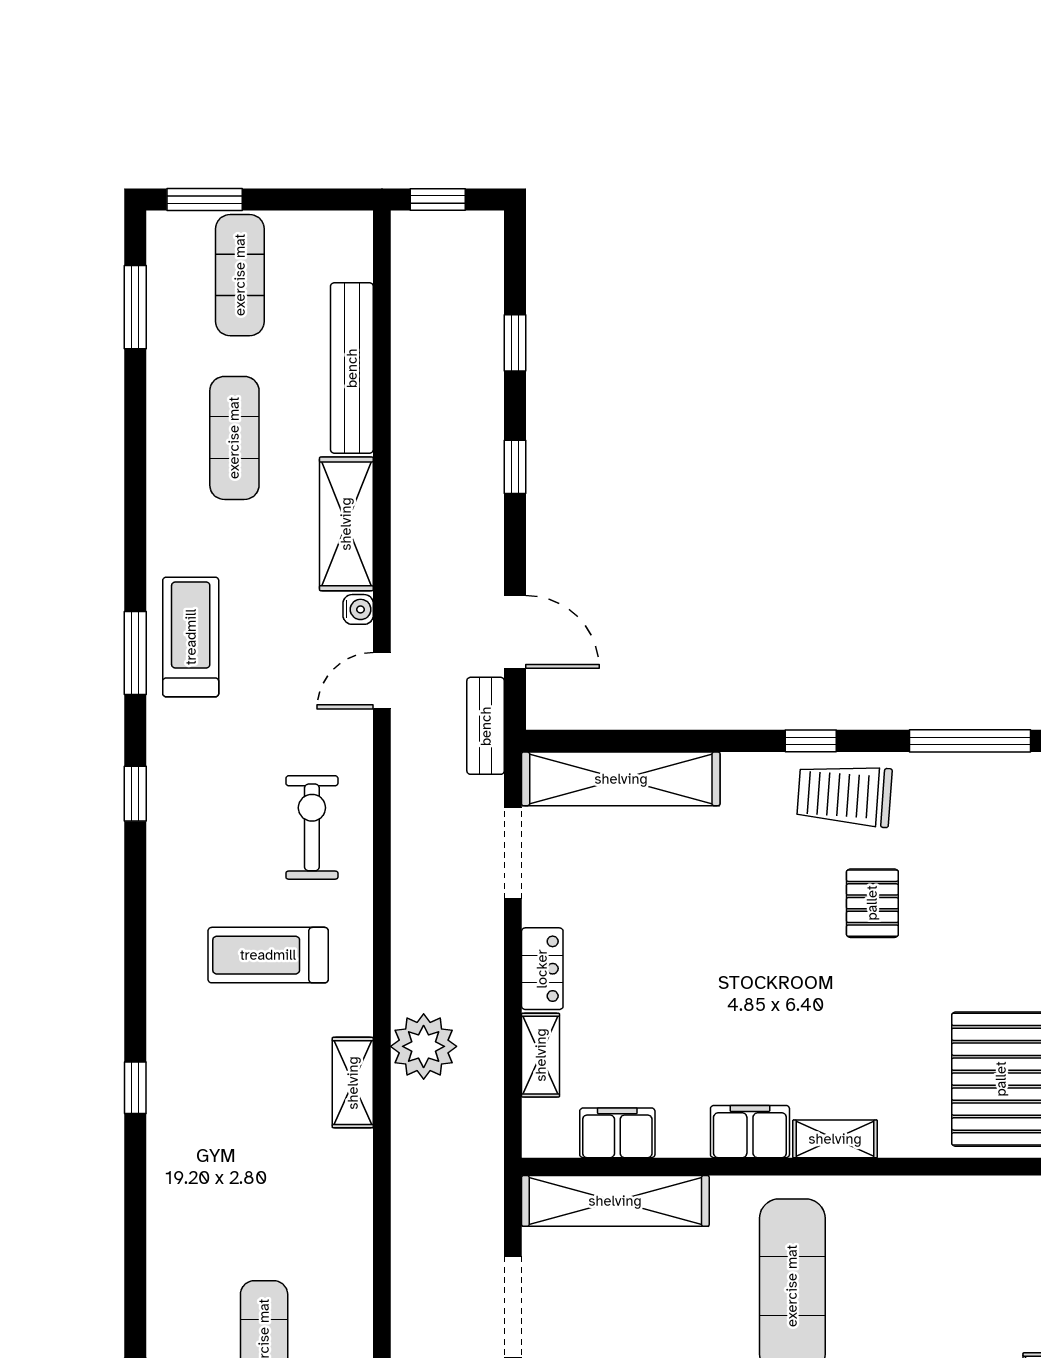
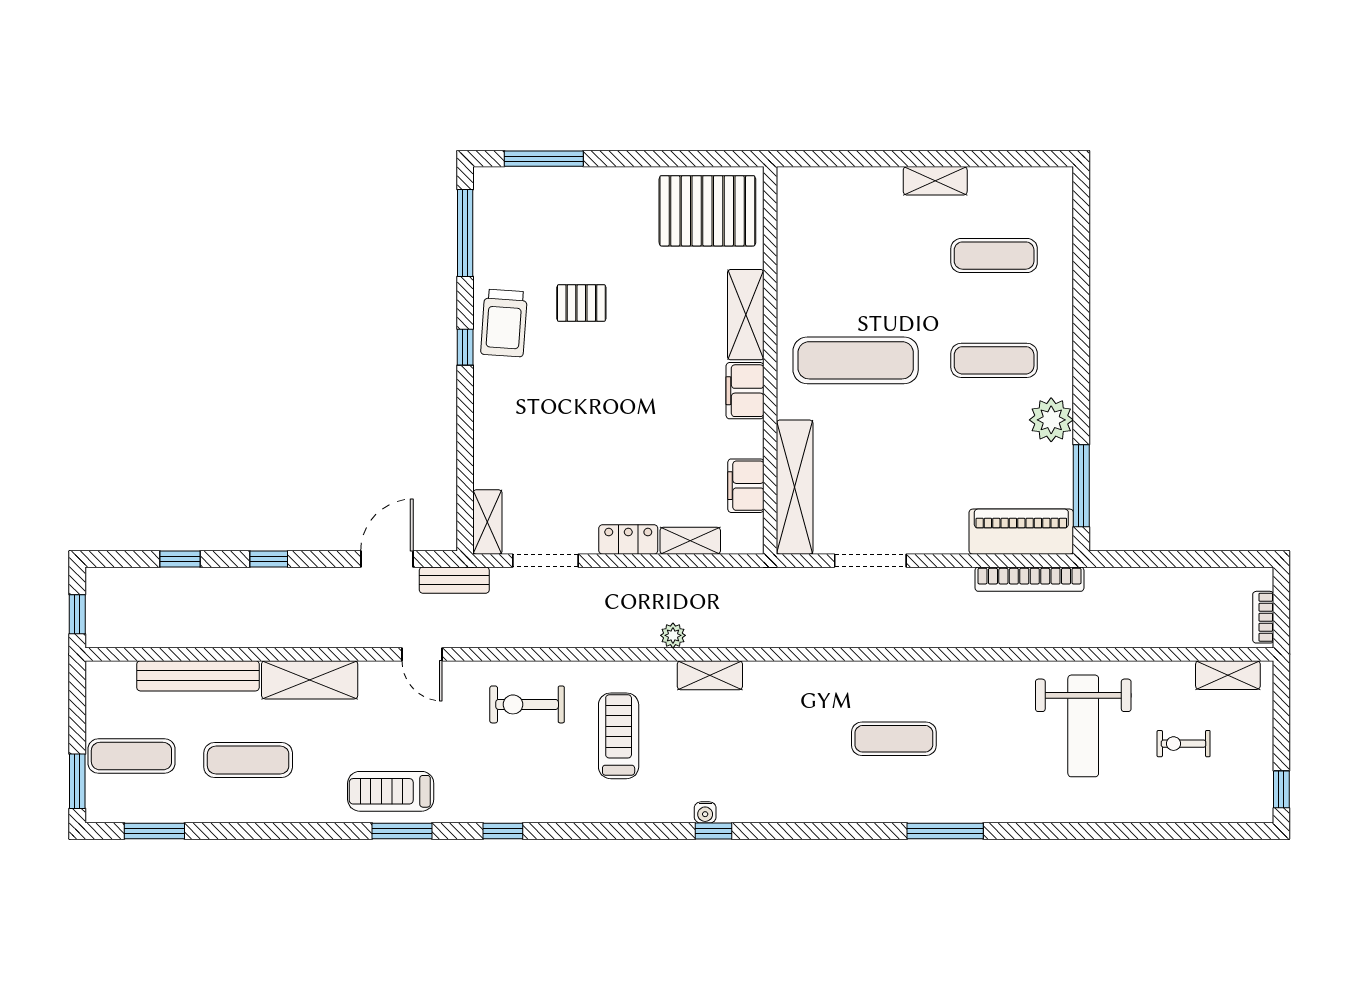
water cooler: (358, 609) -> (705, 812), moved, turned 180
shelving: (621, 779) -> (487, 522), width x0.45, depth x0.75
treadmill: (268, 955) -> (619, 736), turned 180
plant: (424, 1046) -> (673, 635), width x0.53, depth x0.53
shelving: (835, 1139) -> (746, 315), width x1.50, depth x1.33

